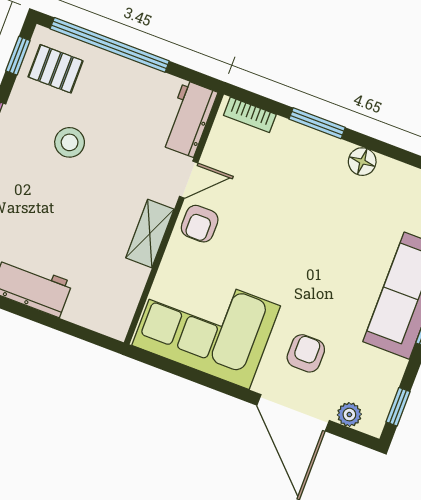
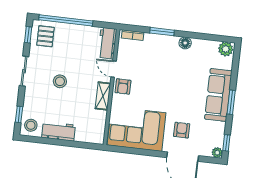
pallet: (56, 69) -> (45, 36), turned 90
stool: (70, 142) -> (60, 81), moved
door: (189, 180) -> (114, 69), swing flipped
plant: (349, 415) -> (217, 153), moved

